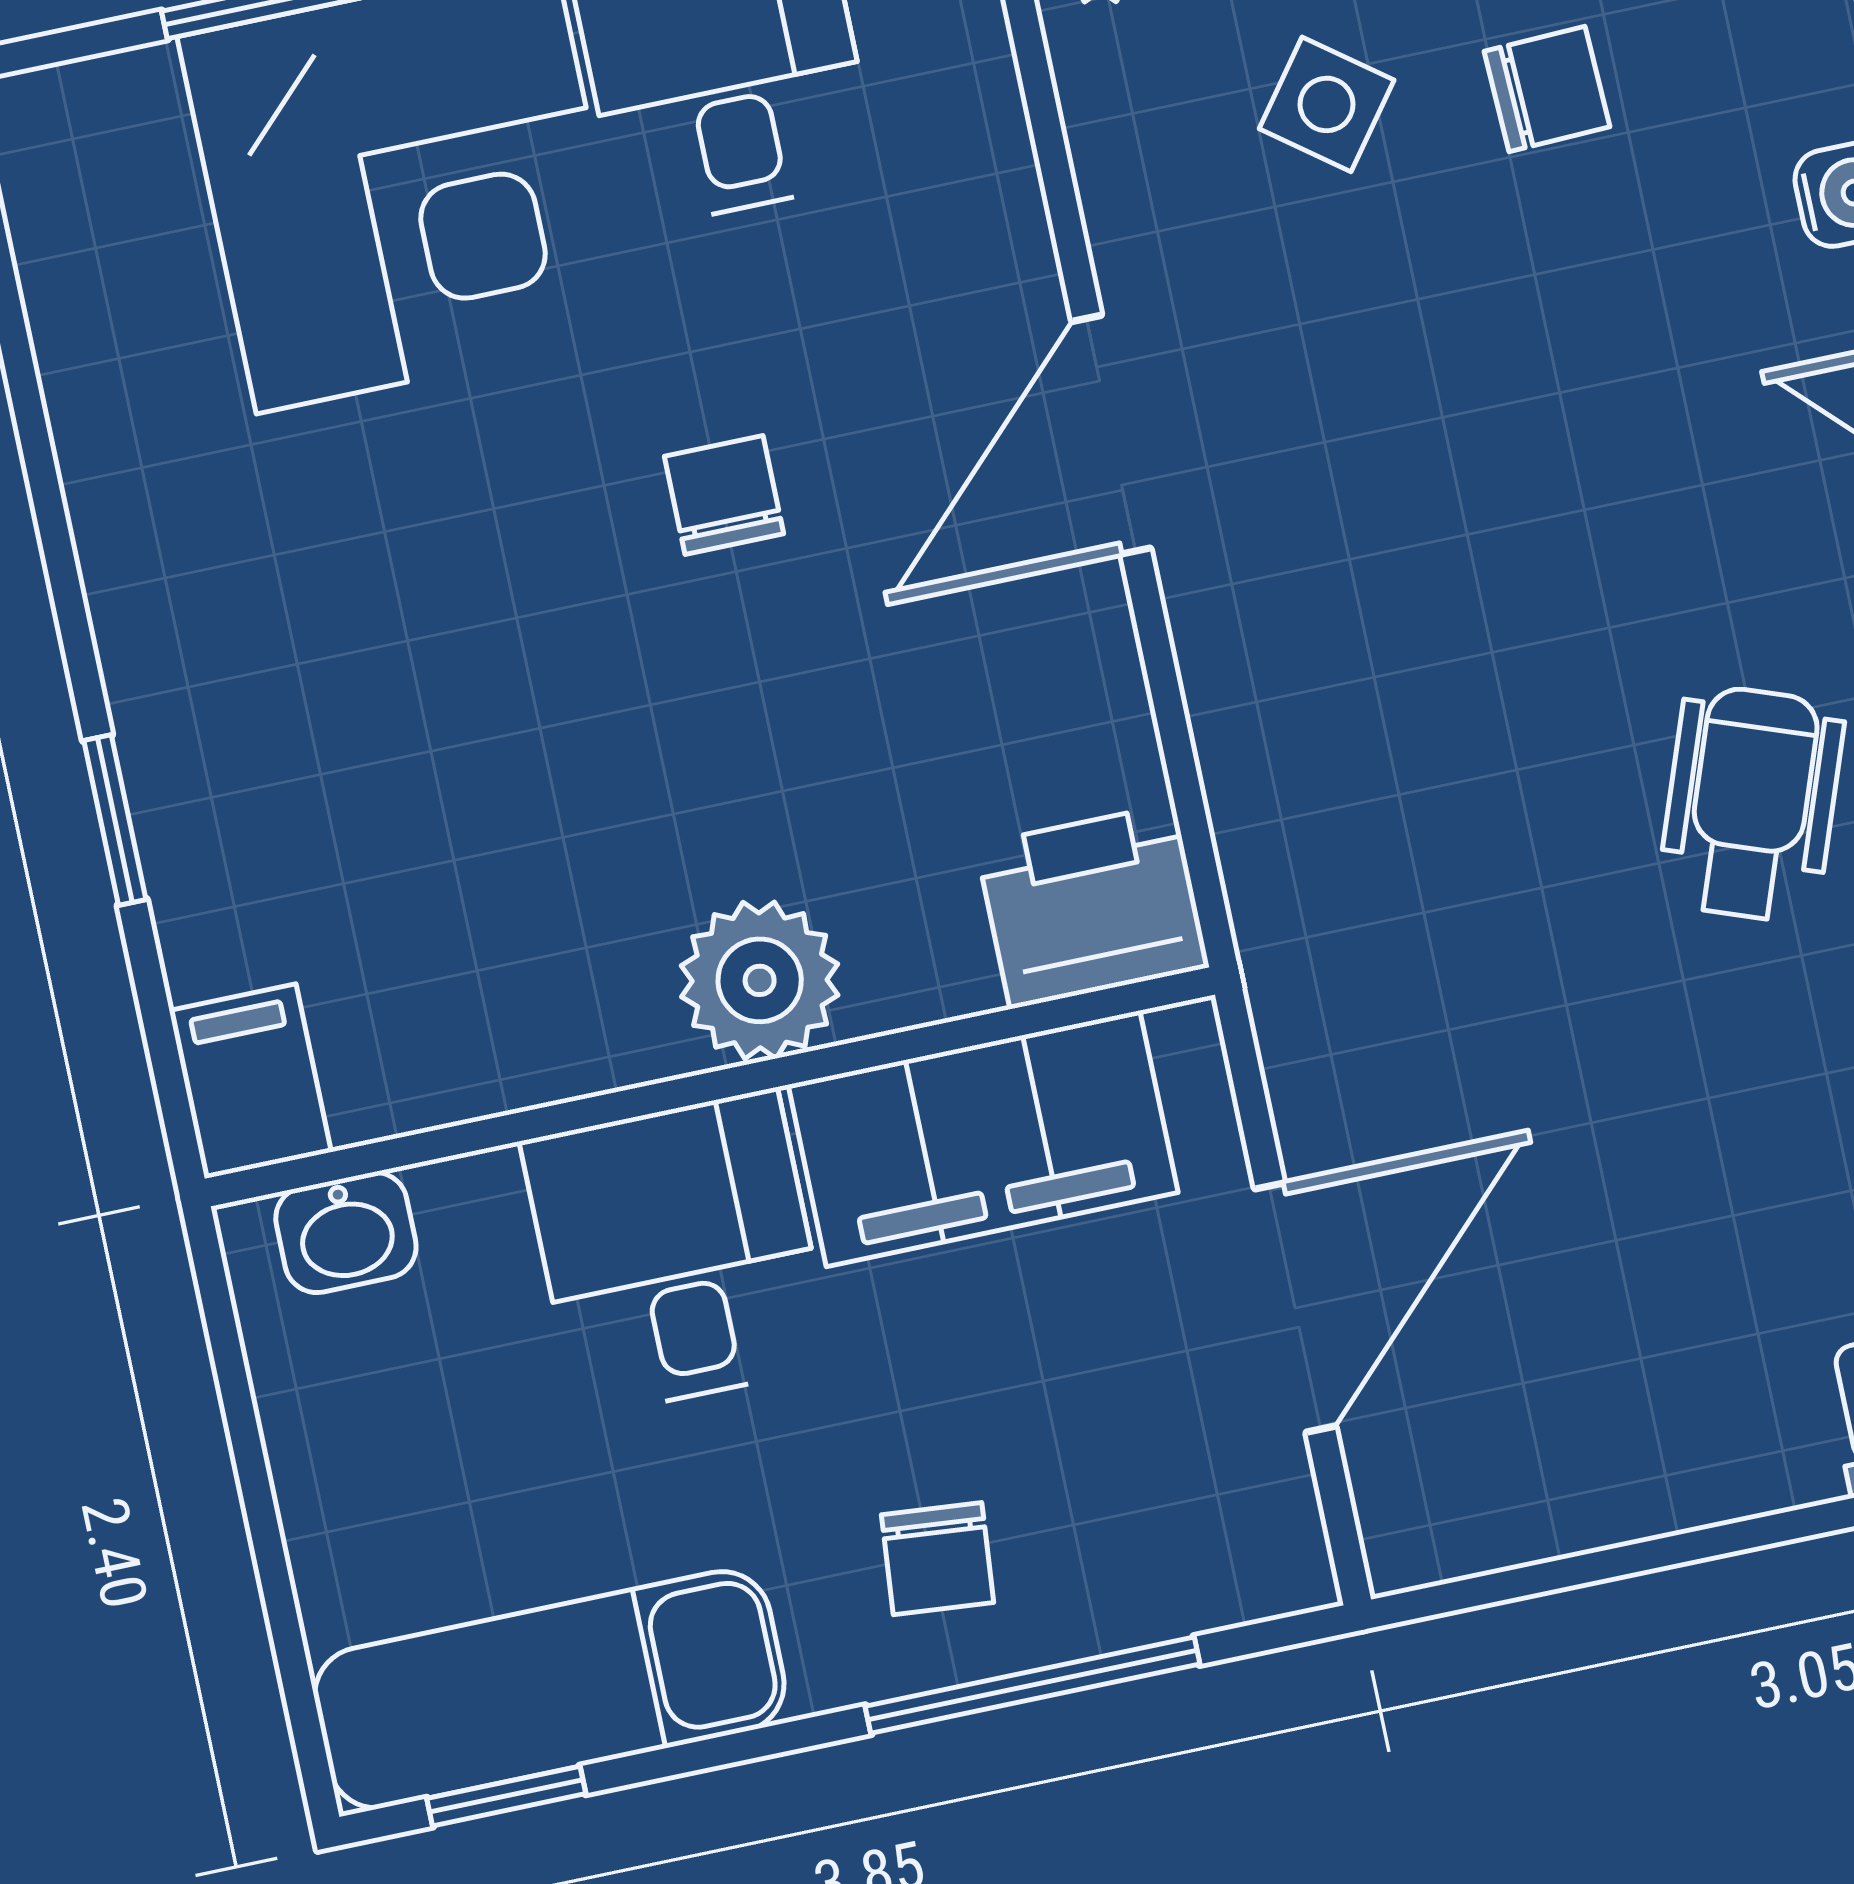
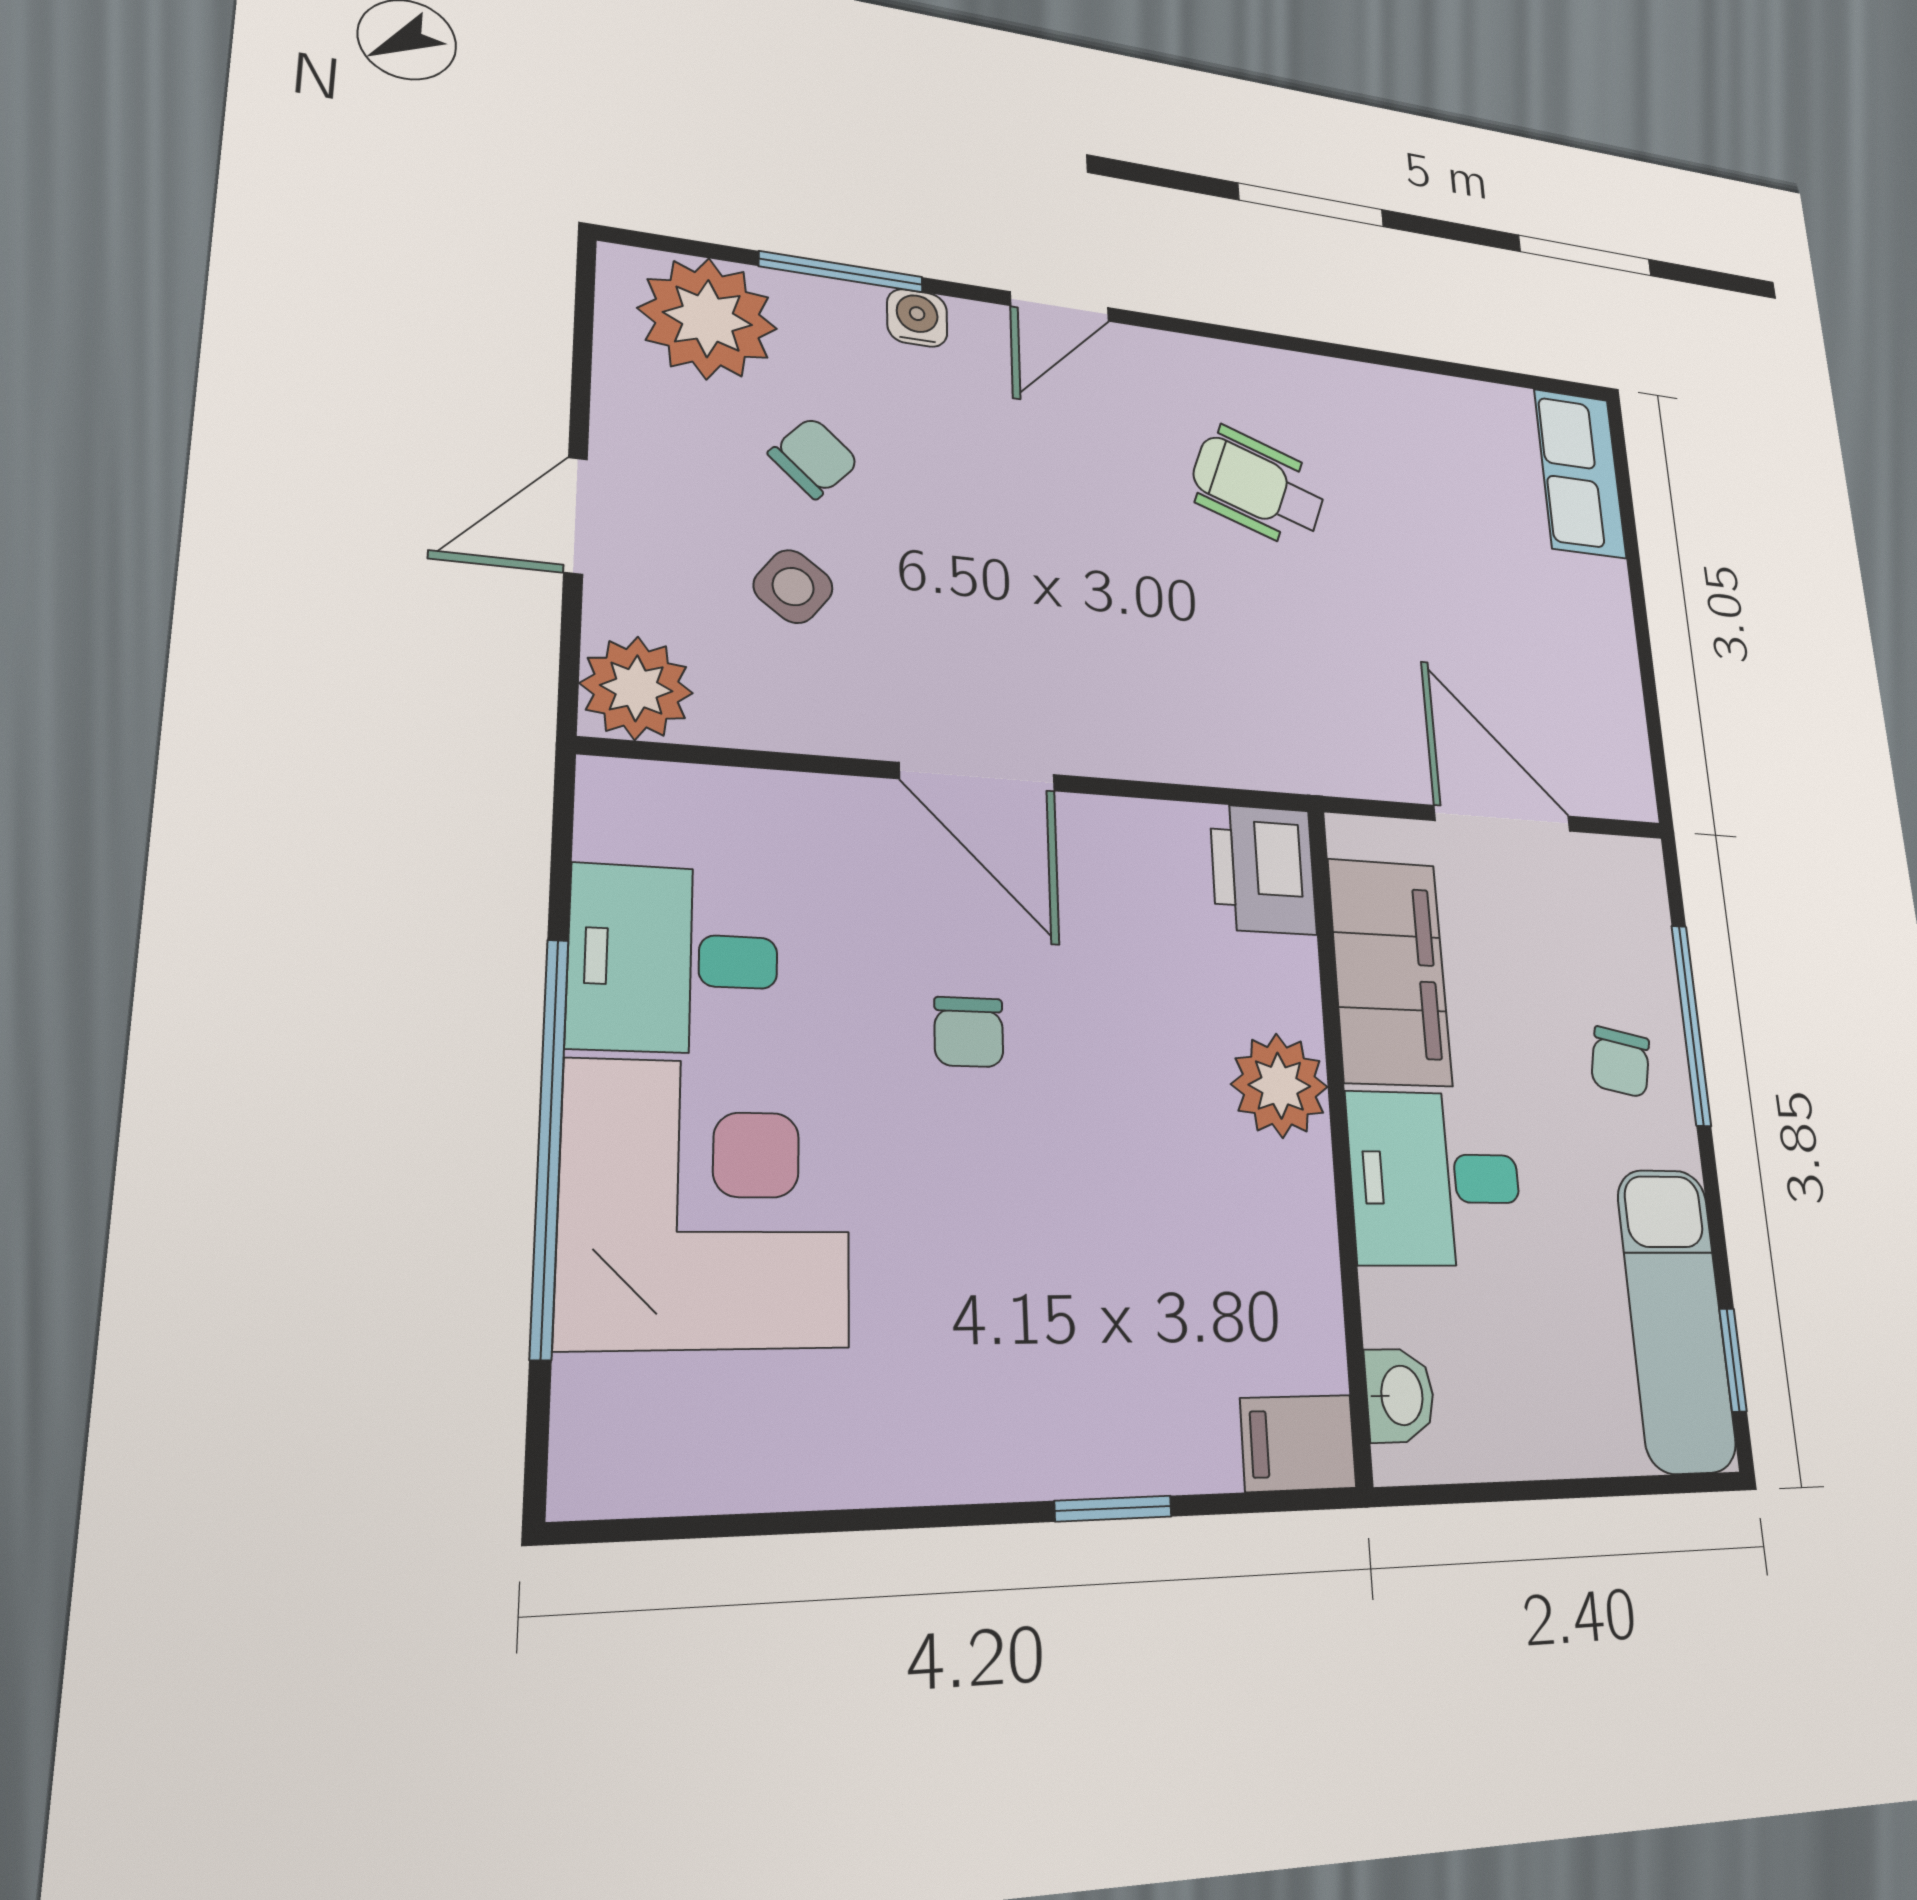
chair: (1547, 89) -> (814, 458), turned 45
chair: (724, 495) -> (969, 1032), turned -90
chair: (938, 1559) -> (1620, 1062), turned 96

